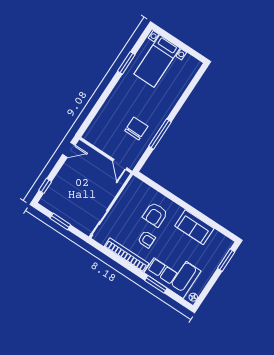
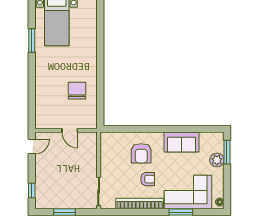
window: (160, 134) -> (100, 82), removed
door: (120, 164) -> (70, 130), moved
plant: (214, 261) -> (217, 160), added

